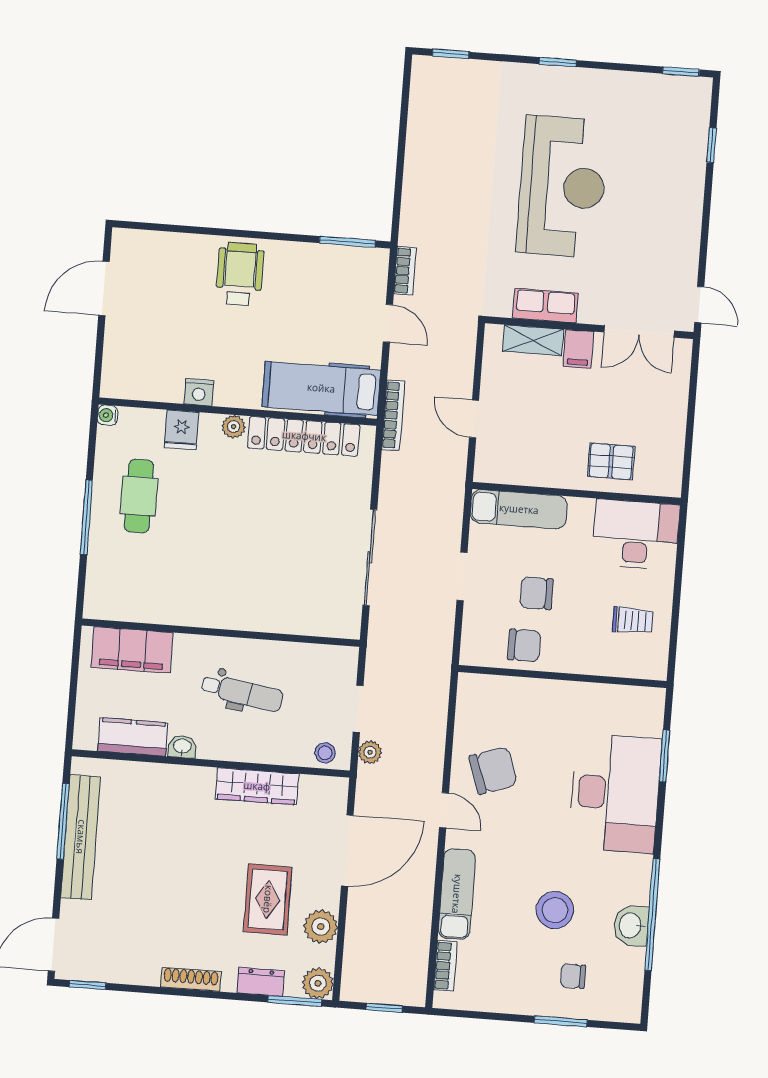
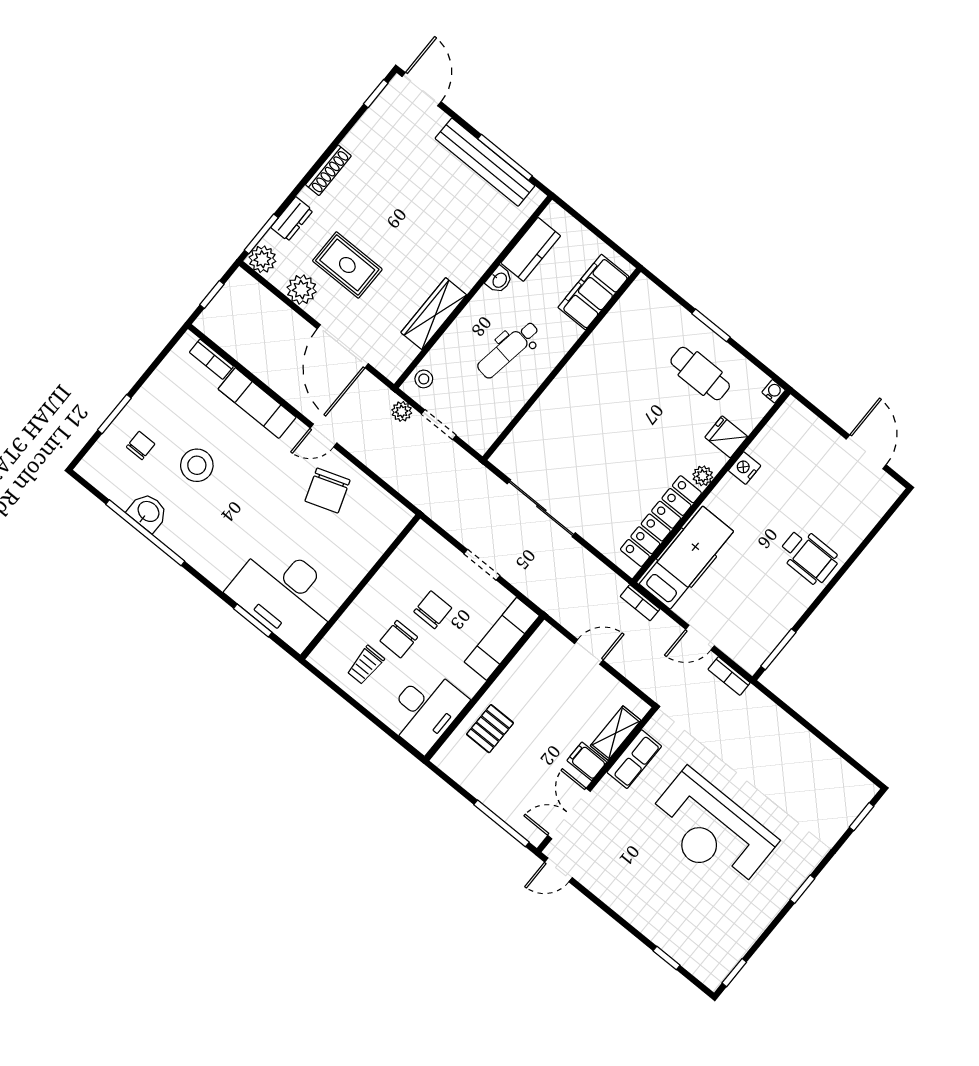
window: (693, 389) -> (501, 823), added
bookcase: (393, 415) -> (640, 603), width x0.64
window: (86, 517) -> (711, 325), width x0.69
chair: (524, 645) -> (399, 639), moved
desk: (615, 793) -> (285, 595), moved

